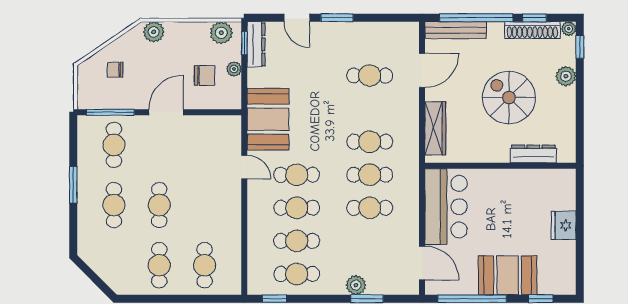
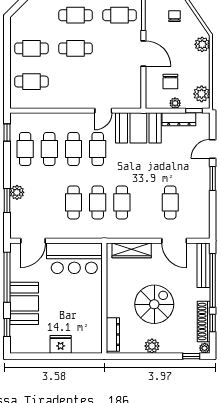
dresser: (256, 44) -> (179, 119), moved
plant: (566, 76) -> (152, 346), moved
dresser: (533, 154) -> (113, 335), moved

